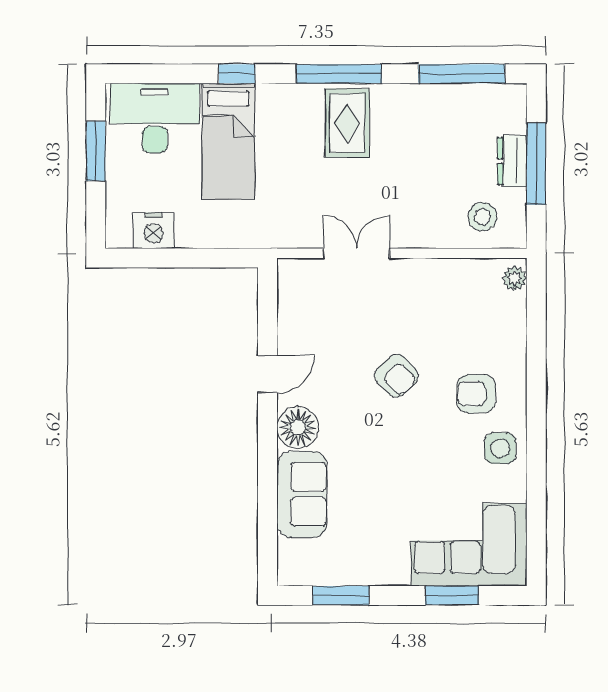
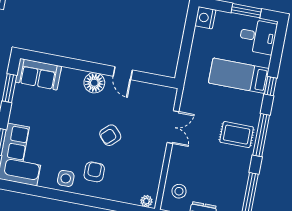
desk: (155, 118) -> (258, 37), width x0.73
nightstand: (154, 230) -> (205, 18), moved
sofa: (302, 494) -> (38, 74), moved

